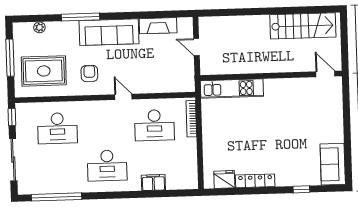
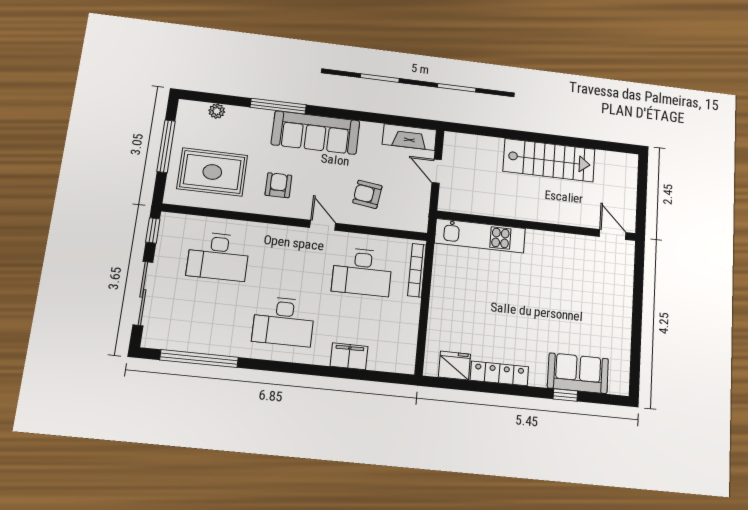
fireplace: (158, 26) -> (409, 137), moved
stairs: (303, 26) -> (549, 160), moved
armchair: (151, 71) -> (367, 194), added
sofa: (333, 164) -> (578, 373), moved, turned 90

